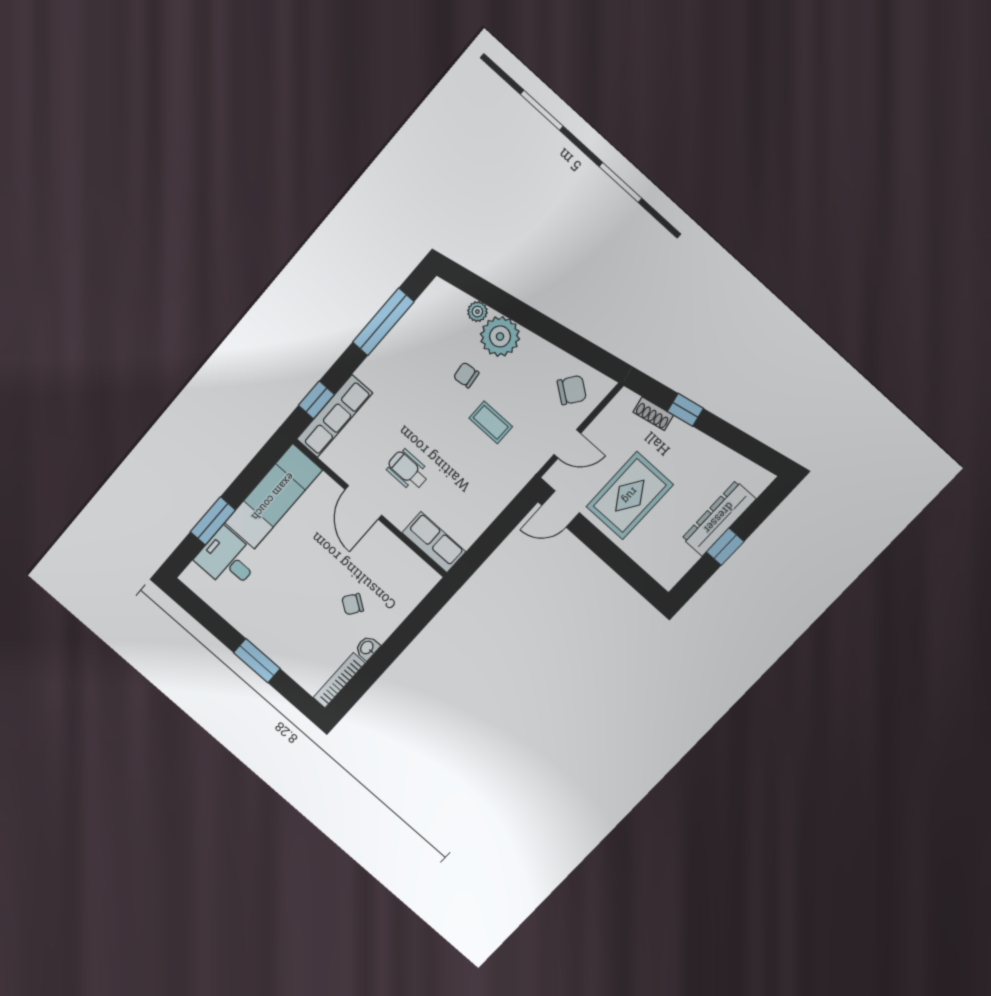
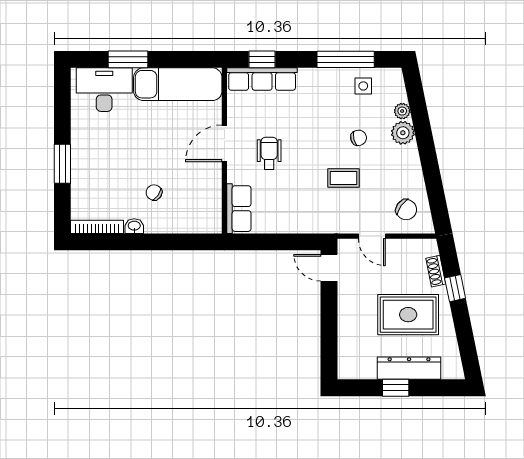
side table: (422, 328) -> (363, 86), added
plant: (500, 336) -> (403, 133), width x0.73, depth x0.73
chair: (466, 375) -> (359, 138), turned 83
coffee table: (491, 422) -> (343, 178), turned 90
rug: (630, 496) -> (408, 315), moved
desk: (228, 559) -> (104, 90), width x1.37

